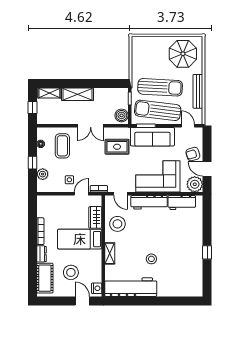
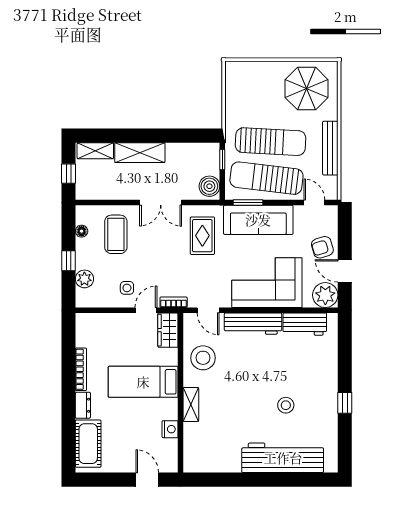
rug: (117, 147) -> (202, 236), turned 90
wardrobe: (95, 217) -> (168, 330), moved
stool: (151, 259) -> (286, 405), moved
stool: (71, 272) -> (129, 435), removed
workbench: (131, 287) -> (283, 458), moved
nightstand: (97, 288) -> (170, 429), moved

